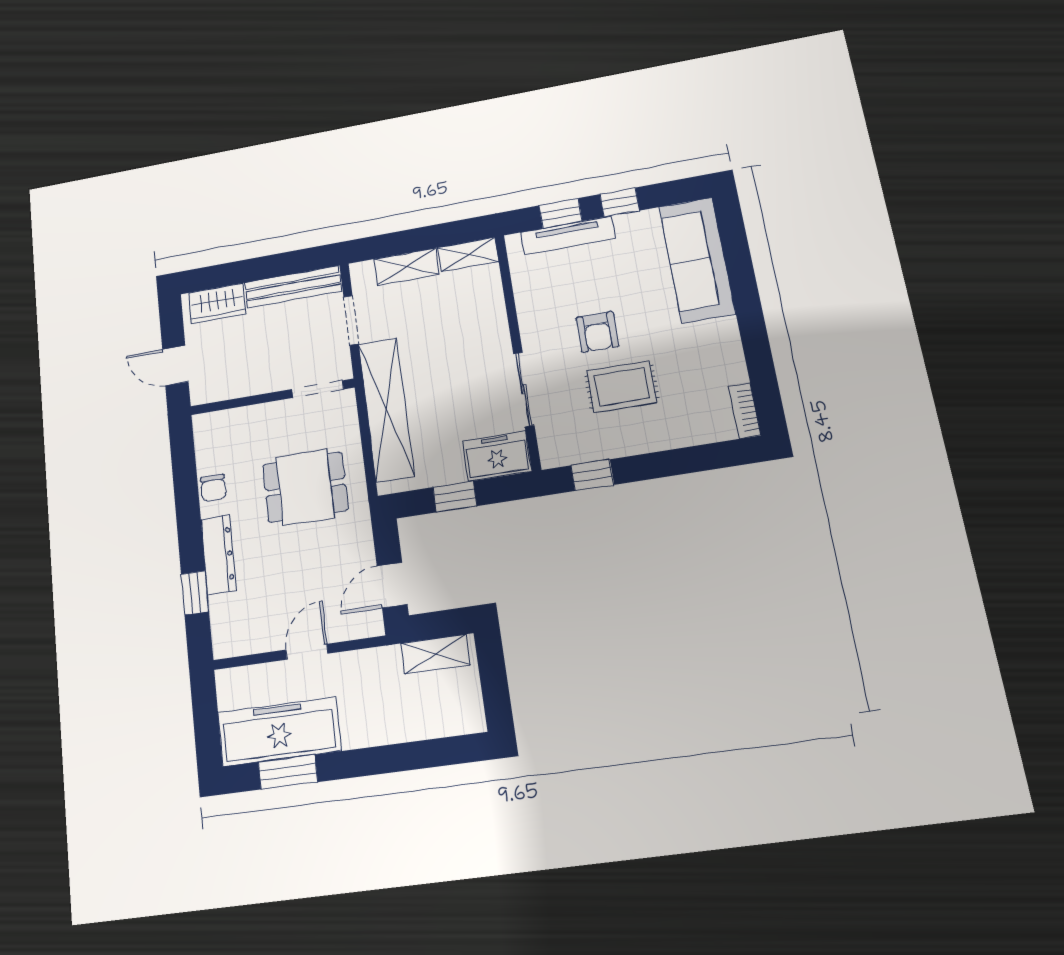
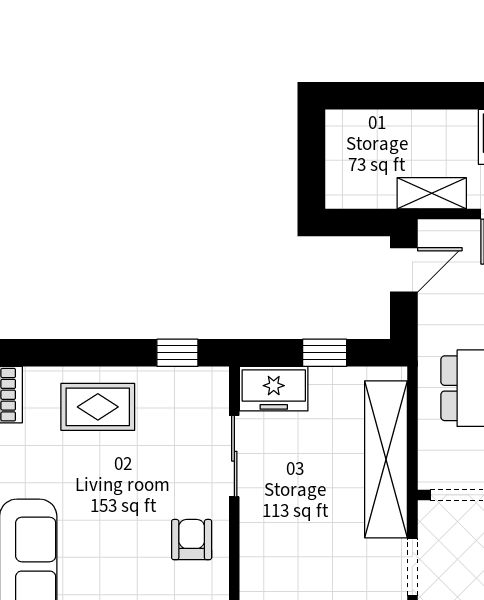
armchair: (597, 332) -> (192, 540), moved
rug: (622, 387) -> (98, 407), moved
shelving: (435, 654) -> (432, 193), moved

